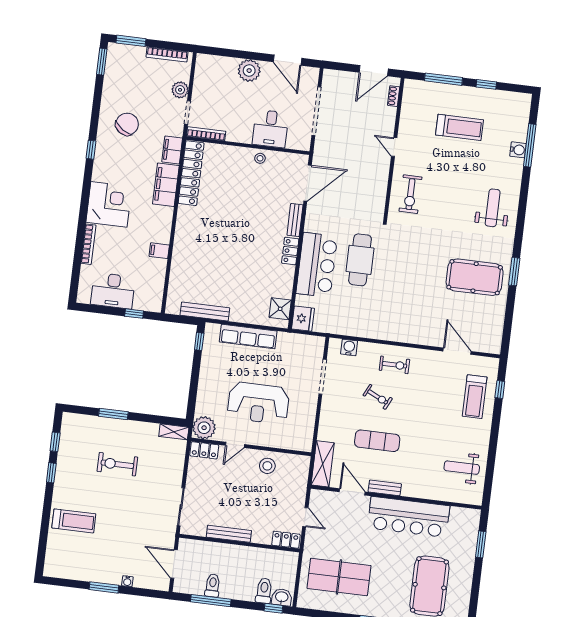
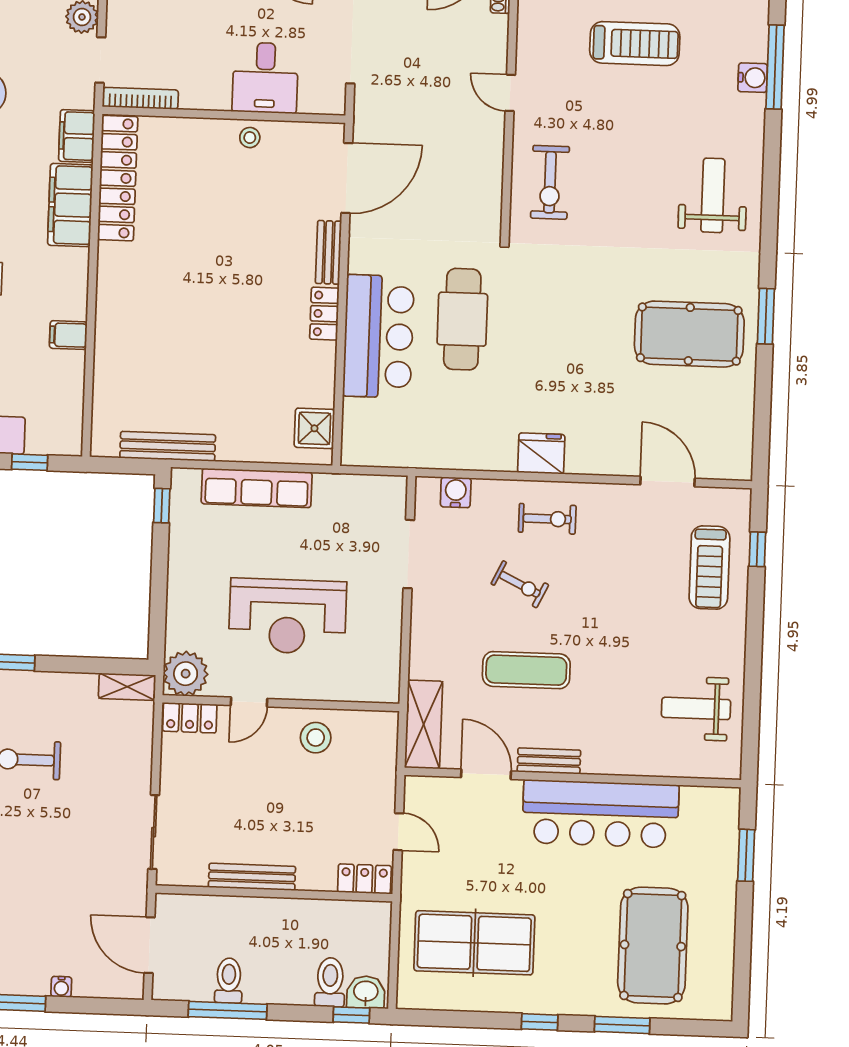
fridge: (303, 319) -> (541, 453), moved, turned -90

